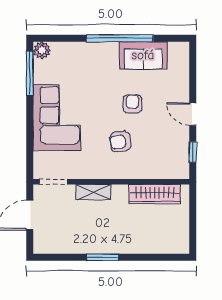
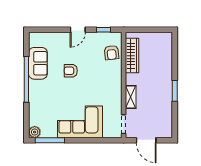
armchair: (120, 142) -> (112, 53), moved

